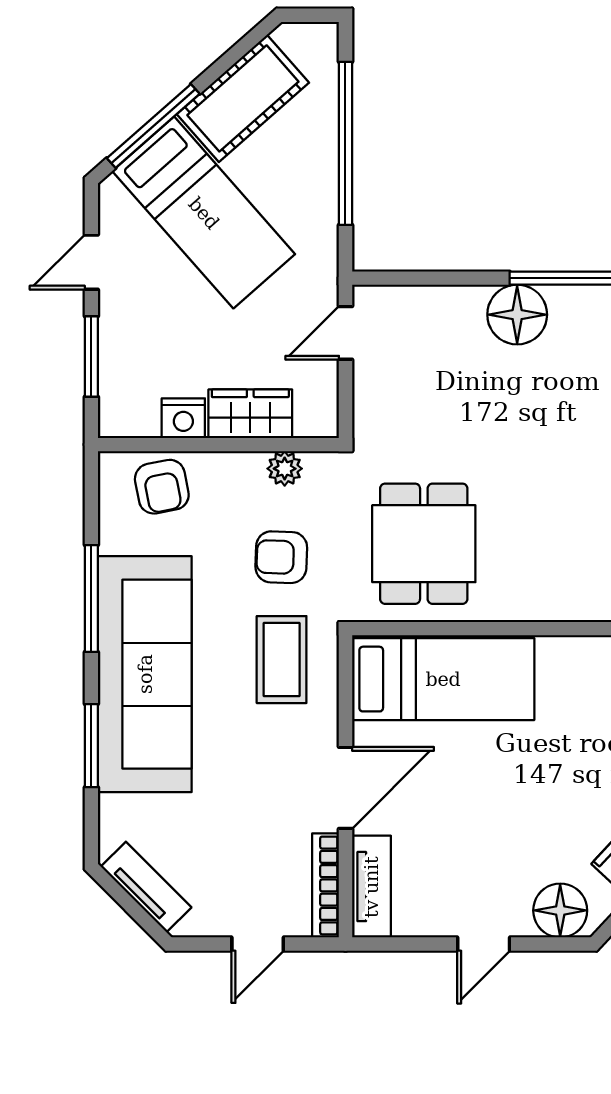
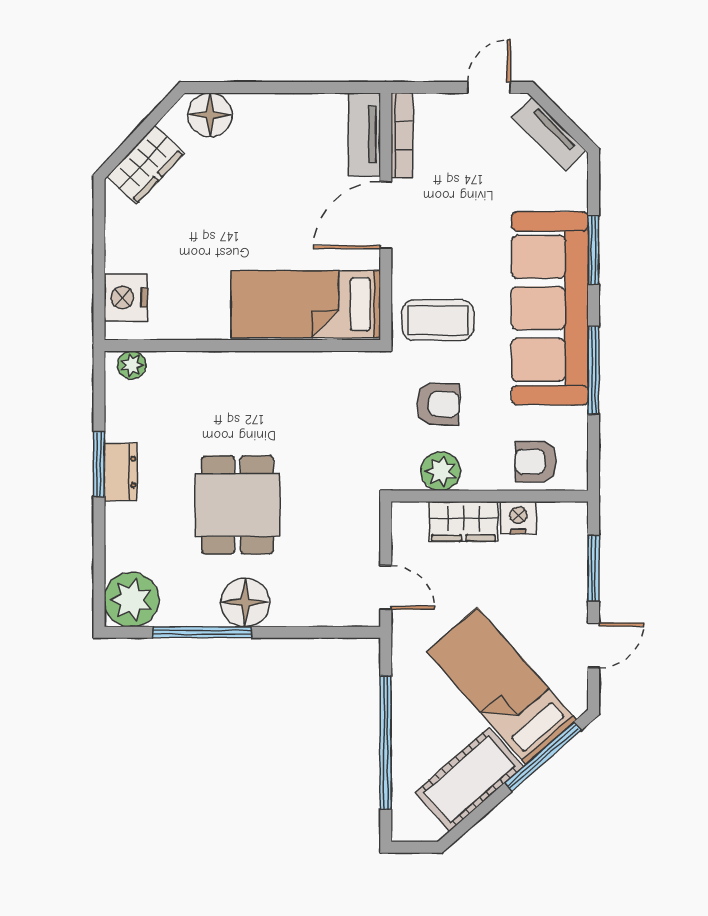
door: (345, 333) -> (386, 587), hinge flipped
plant: (285, 469) -> (441, 471), width x1.38, depth x1.38
armchair: (162, 487) -> (536, 462), turned -79
dining table: (424, 544) -> (238, 505), moved
coffee table: (282, 660) -> (438, 320), turned 90
door: (258, 944) -> (489, 87), moved
door: (484, 944) -> (273, 87), removed

